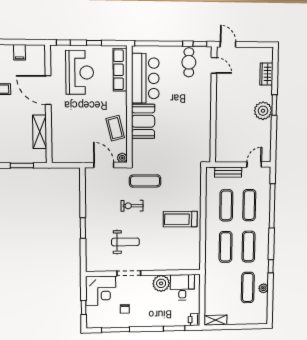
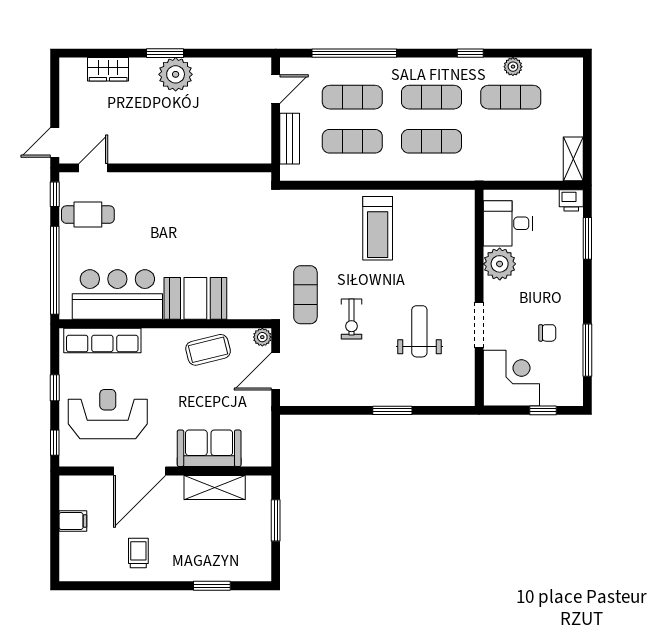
sofa: (61, 129) -> (209, 448), added
door: (254, 164) -> (276, 89), swing flipped

